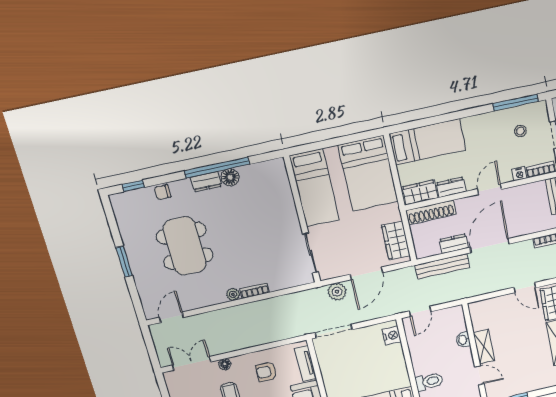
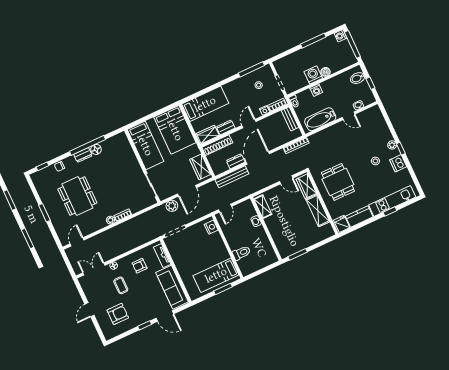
shelving: (484, 347) -> (263, 207), moved
door: (479, 375) -> (272, 242), removed

